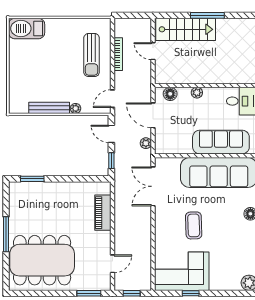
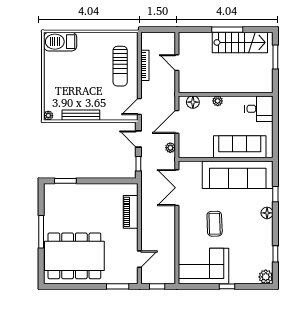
stairs: (186, 29) -> (240, 42), moved
plant: (76, 108) -> (48, 116), moved
door: (153, 115) -> (177, 122), hinge flipped
window: (191, 293) -> (227, 286), moved

